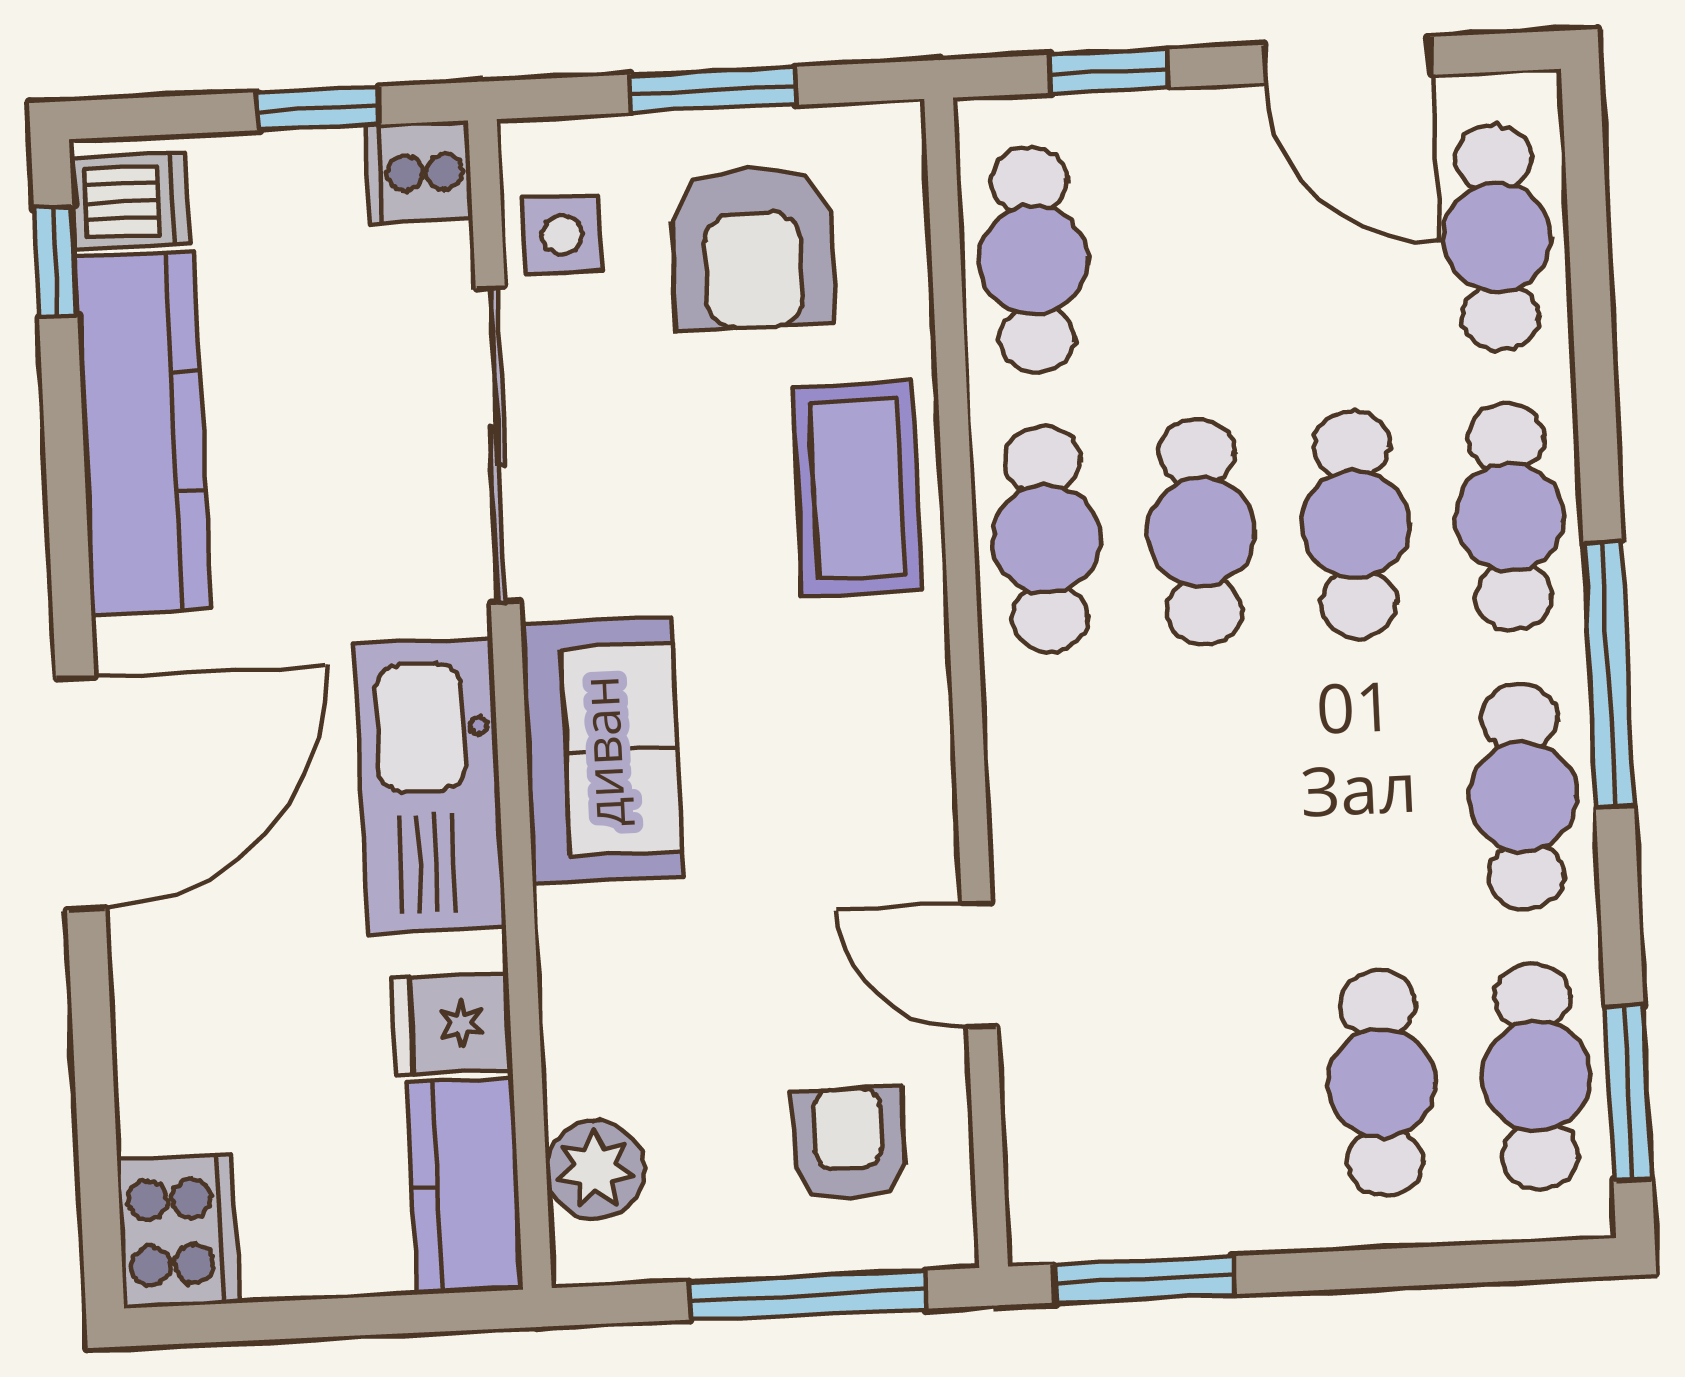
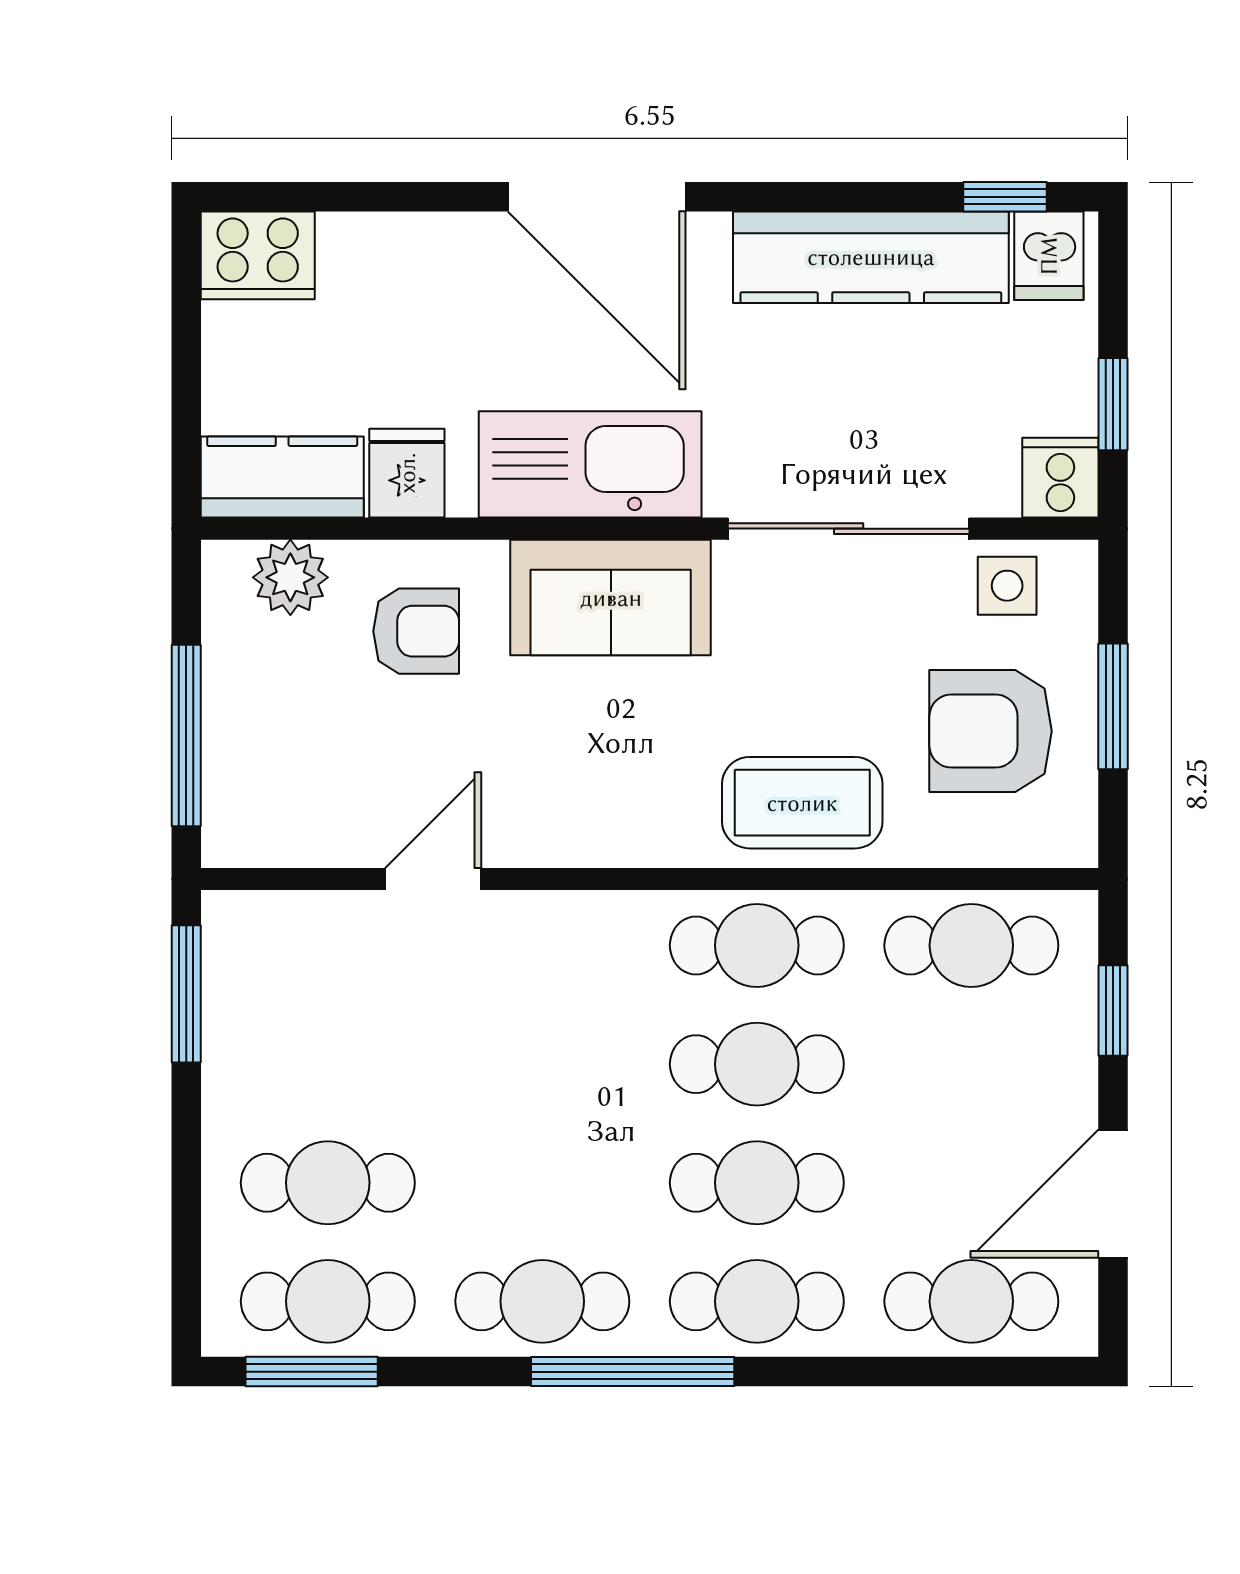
armchair: (848, 1144) -> (416, 631), moved

